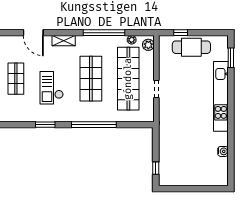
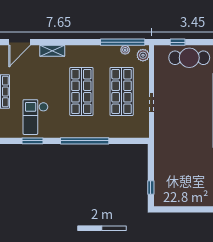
door: (33, 33) -> (20, 42), hinge flipped
window: (104, 33) -> (123, 42), moved
shop shelf: (128, 79) -> (122, 91), width x0.71
checkout: (52, 88) -> (36, 117), moved

